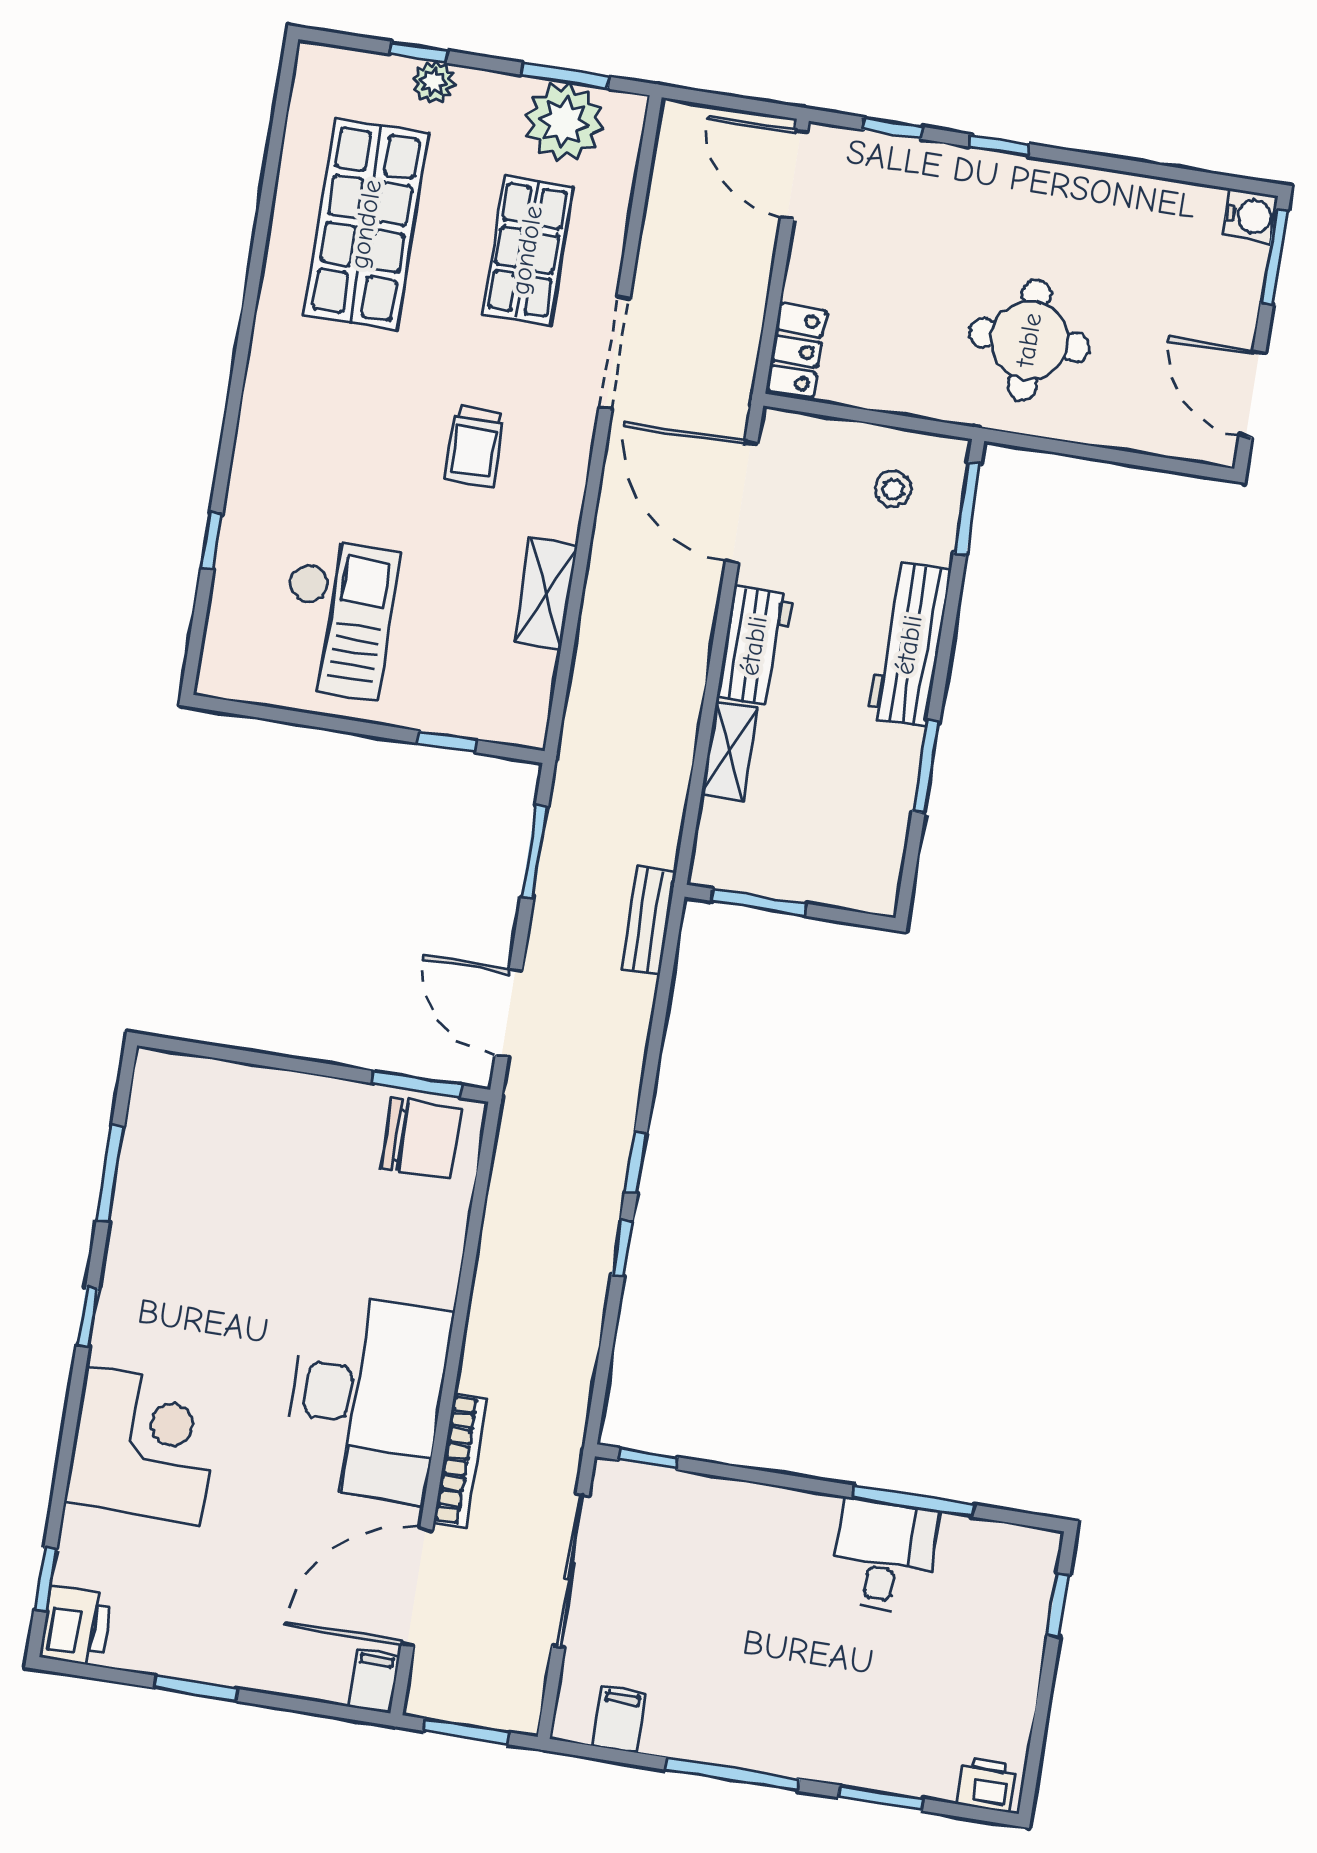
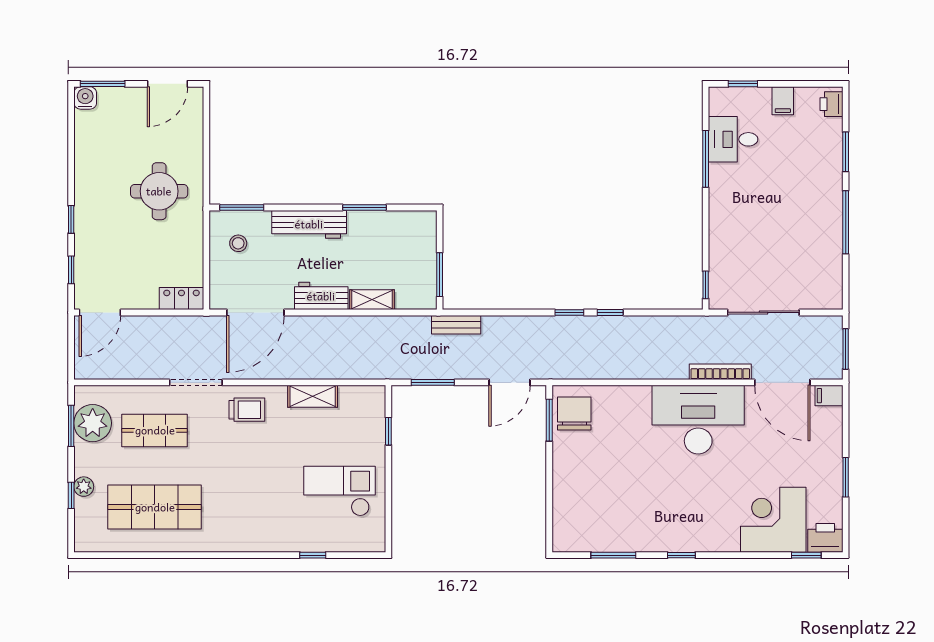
trolley: (474, 446) -> (247, 410), moved
corner desk: (143, 1446) -> (773, 520), moved
desk: (884, 1556) -> (733, 139), moved
filing cabinet: (619, 1720) -> (783, 101), moved, turned -90

